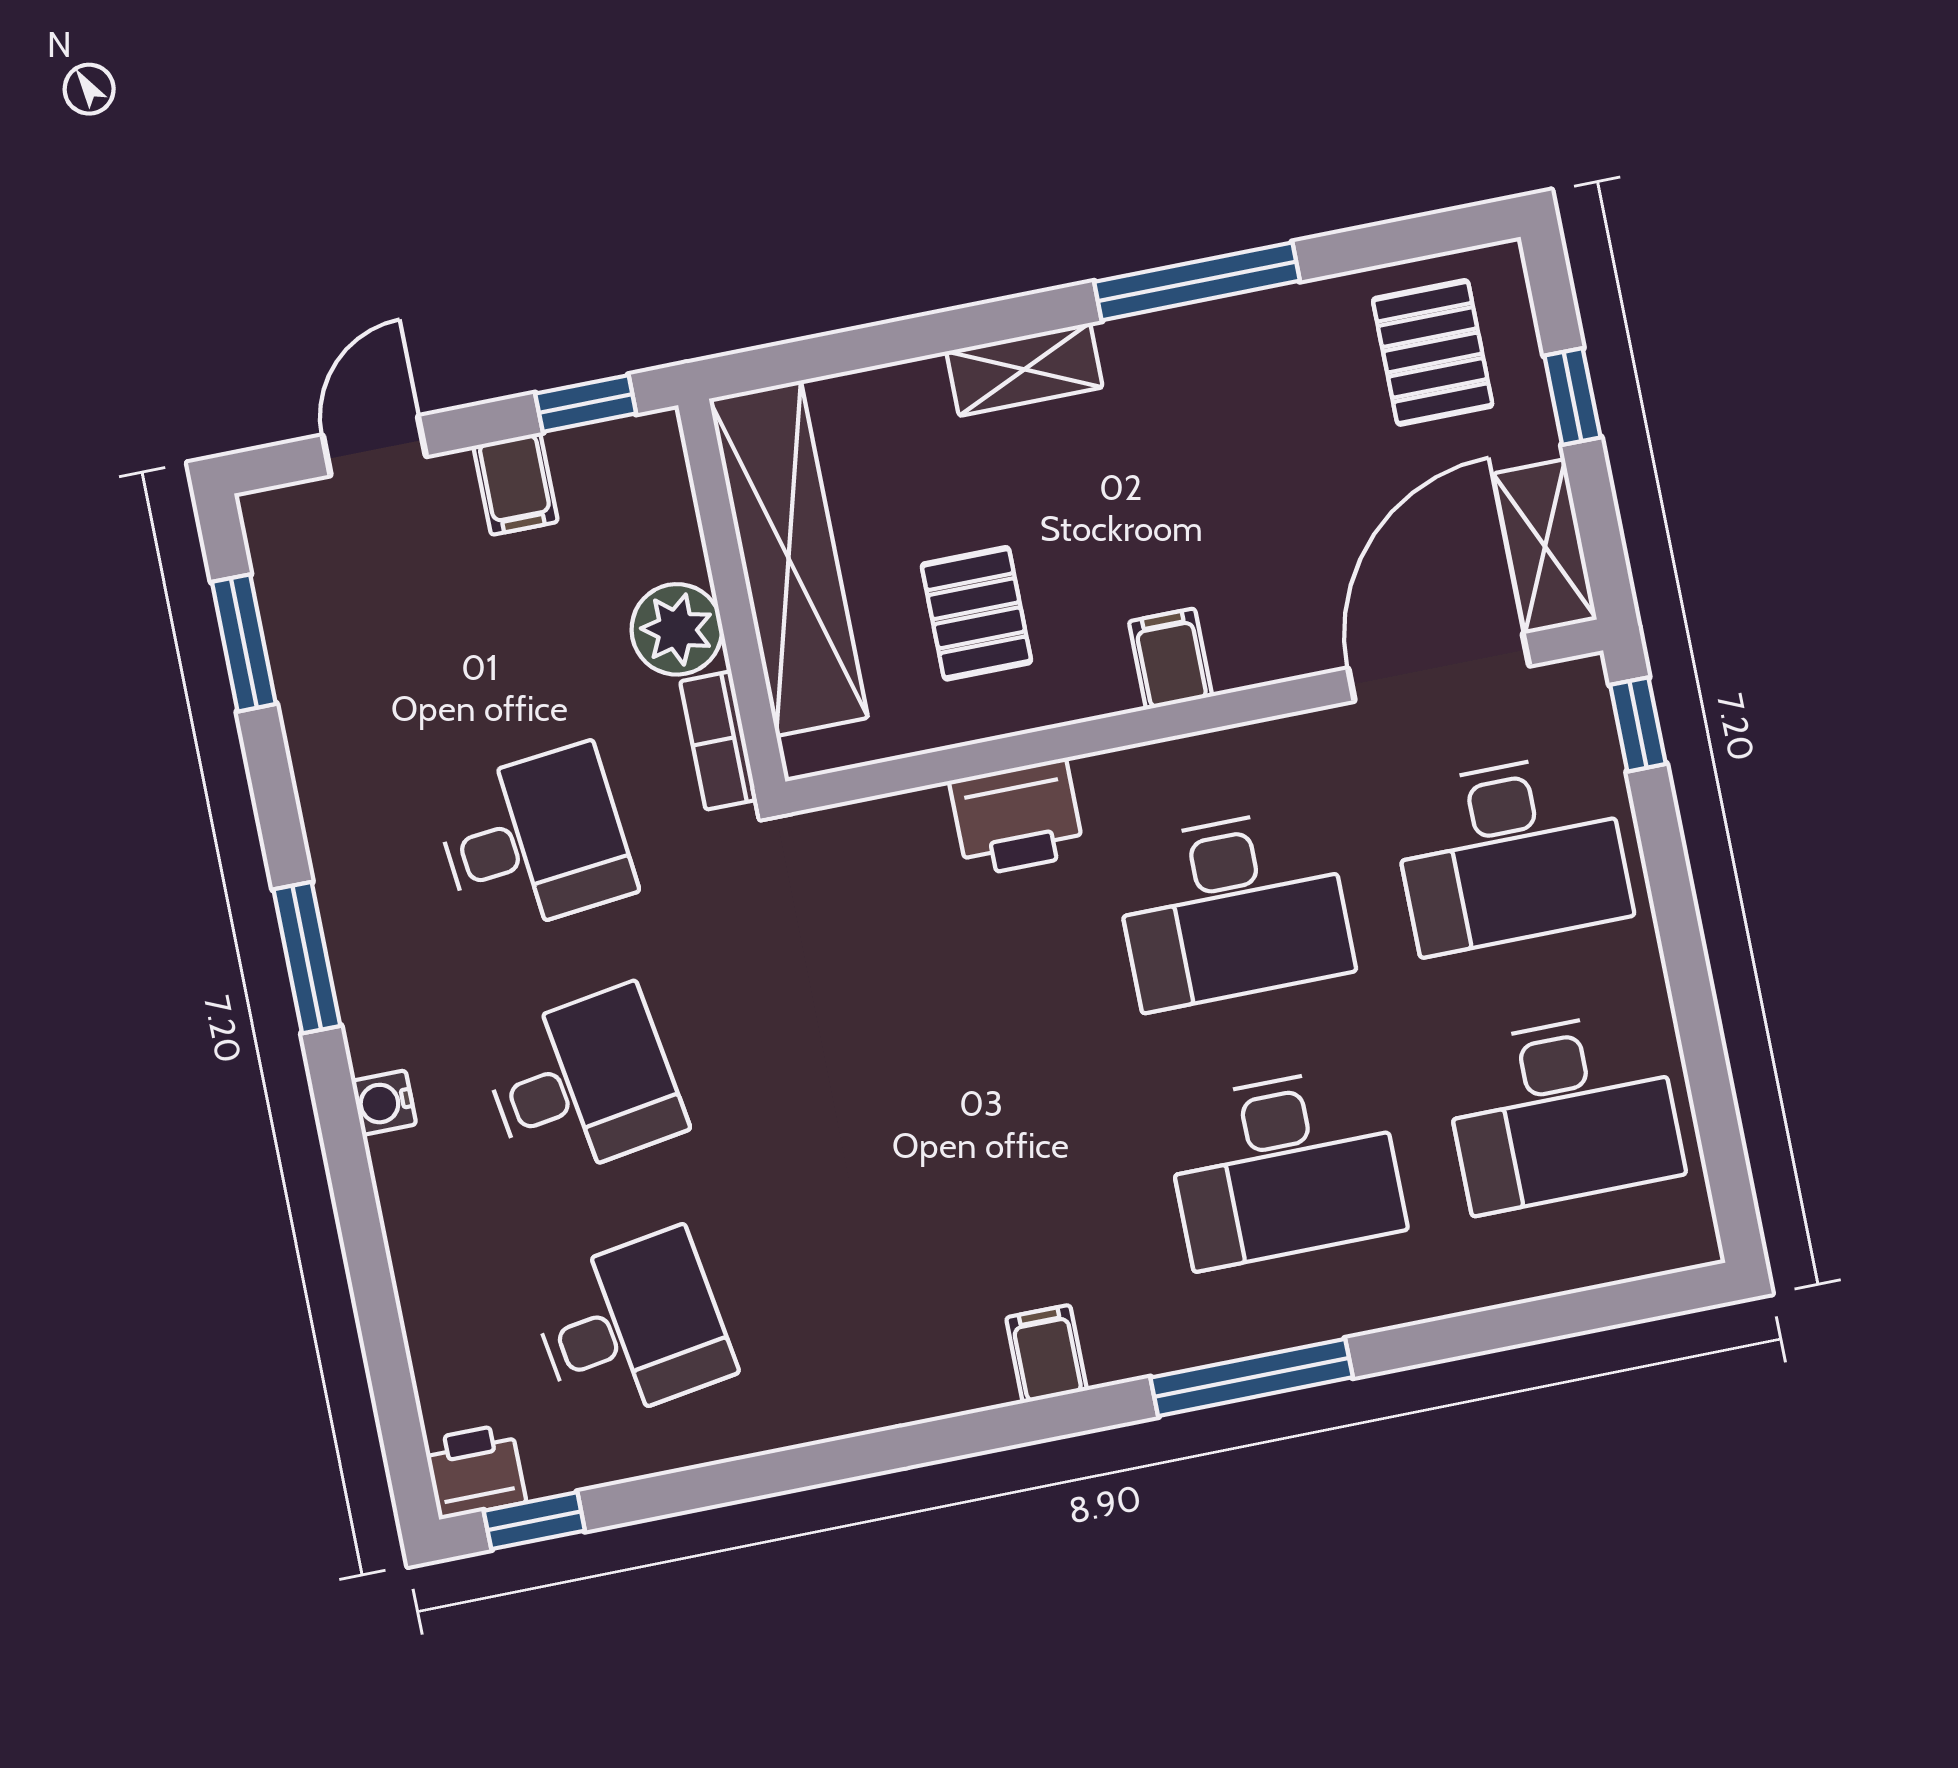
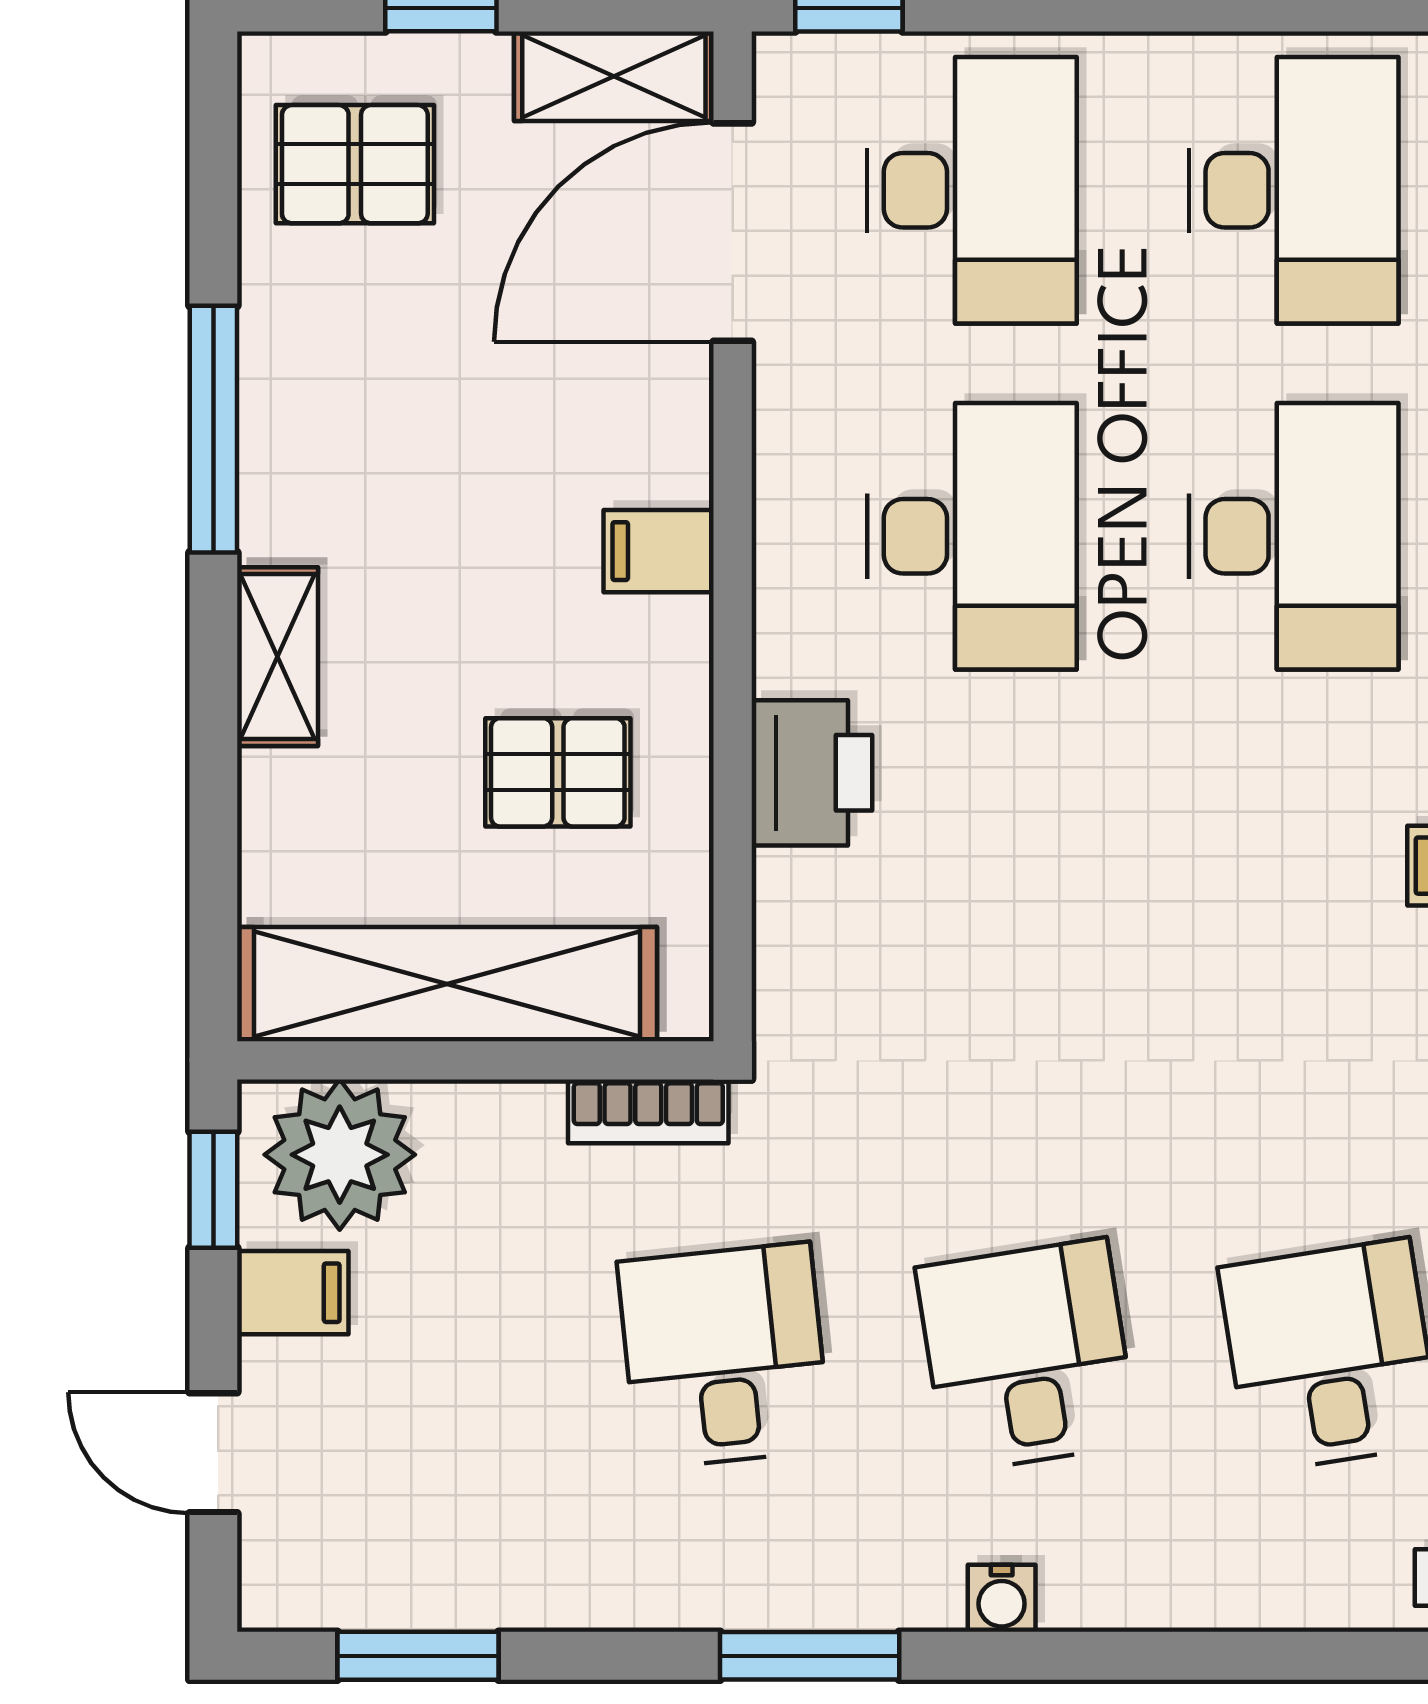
plant: (677, 629) -> (340, 1155), moved, width x1.36, depth x1.36
door: (1439, 667) -> (733, 232), hinge flipped

